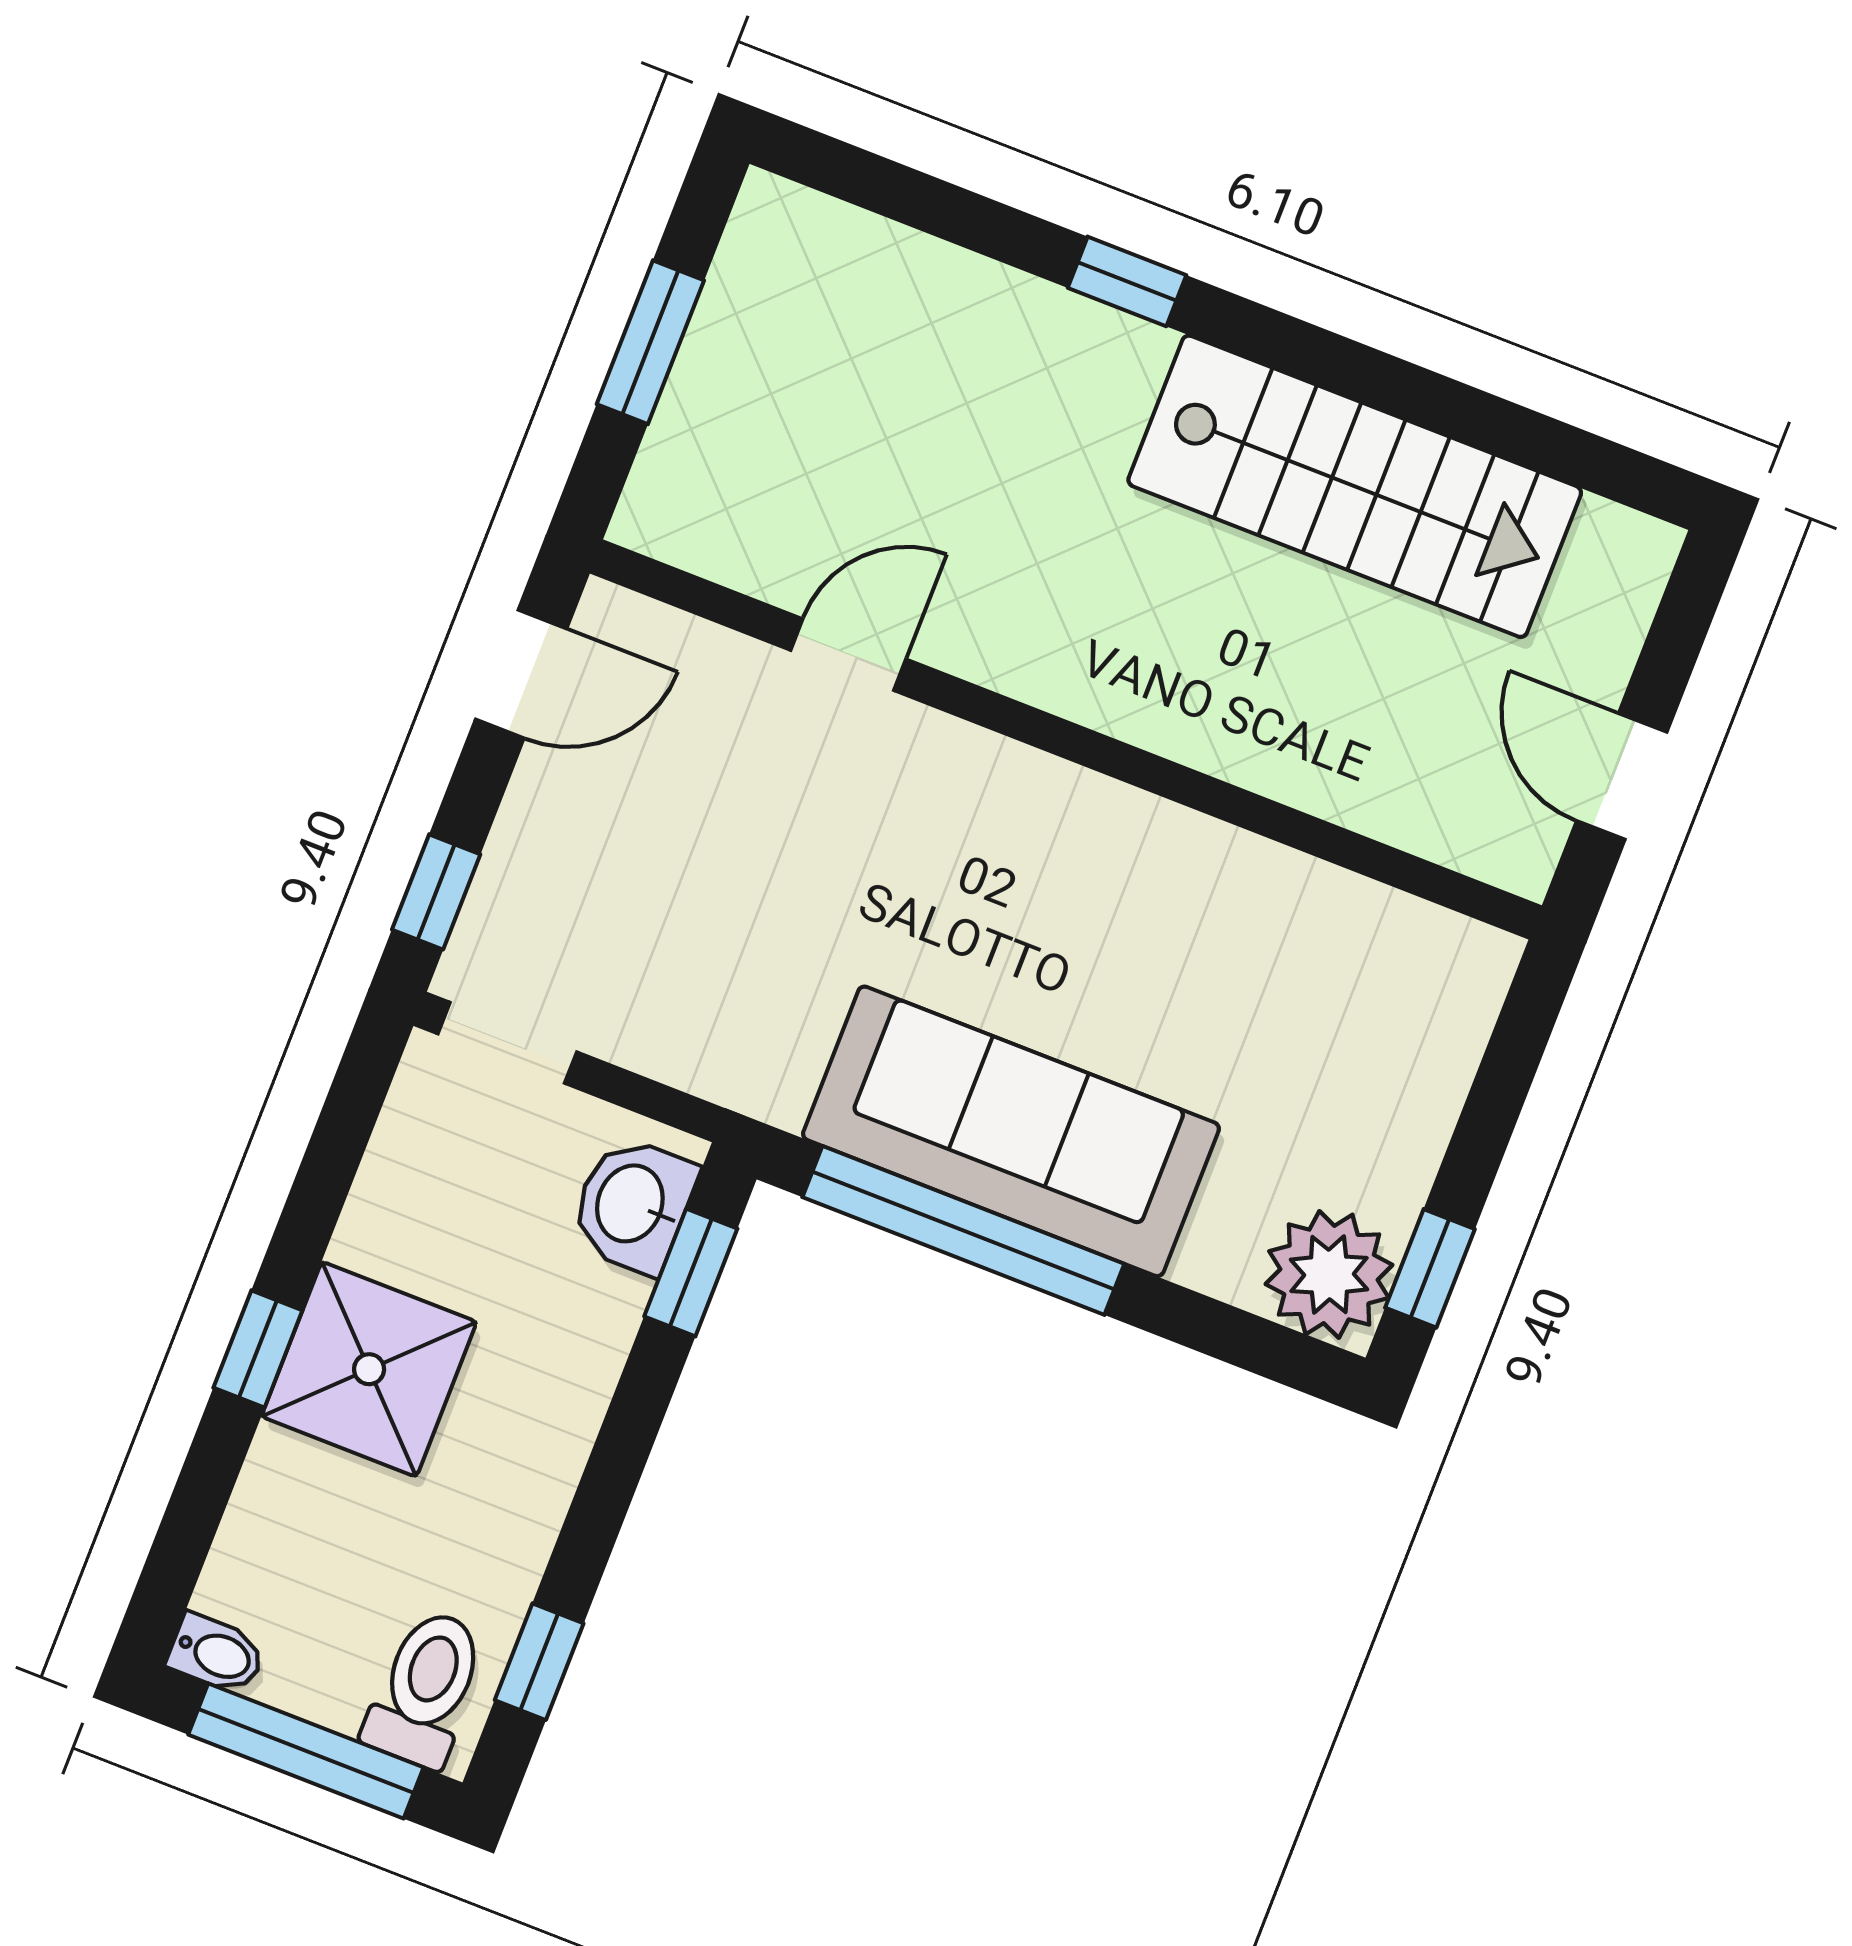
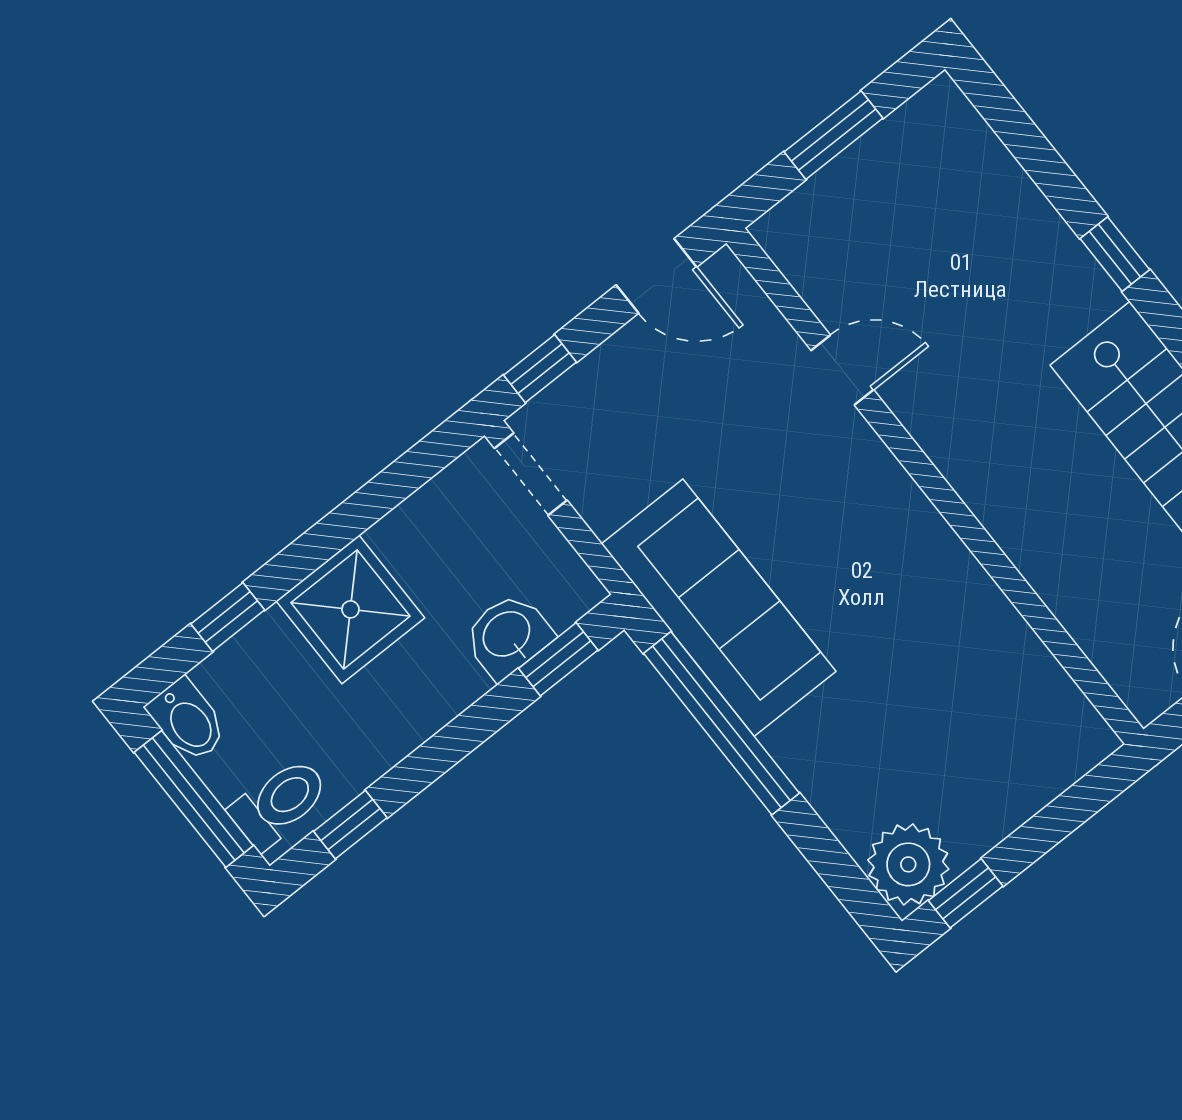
sofa: (1011, 1131) -> (719, 608), moved
washbasin: (633, 1205) -> (508, 635), moved
window: (258, 1349) -> (228, 617), moved
bidet: (216, 1654) -> (188, 720), width x1.38, depth x1.36

